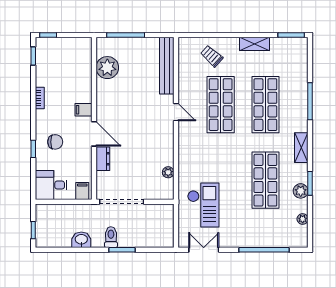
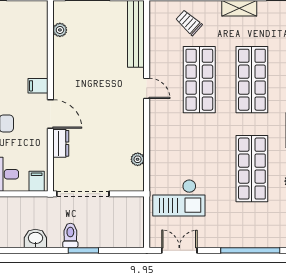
plant: (107, 68) -> (60, 30), width x0.53, depth x0.53
checkout: (203, 205) -> (179, 198), turned 90

